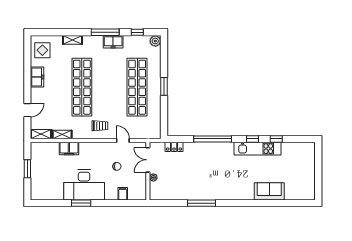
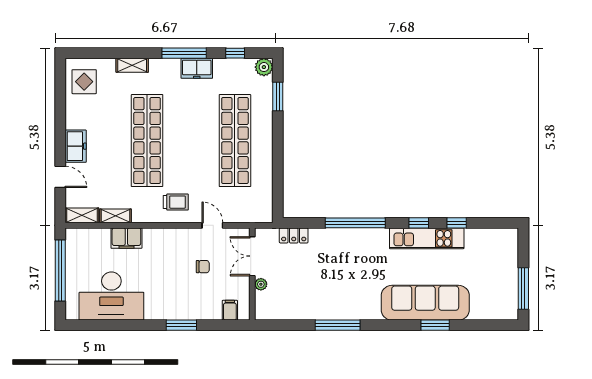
freezer: (37, 77) -> (76, 146), moved
window: (164, 86) -> (278, 97), moved
door: (27, 110) -> (60, 177), hinge flipped
window: (27, 169) -> (60, 270), width x2.11
window: (318, 180) -> (523, 289), added
desk: (84, 185) -> (111, 296), moved
sofa: (269, 191) -> (425, 303), width x1.85, depth x1.27
filing cabinet: (123, 194) -> (230, 310), moved
window: (81, 203) -> (181, 325), moved
window: (263, 203) -> (435, 325), added

